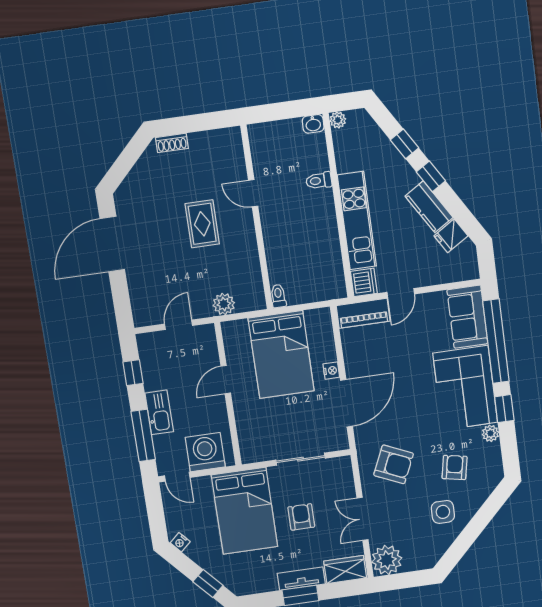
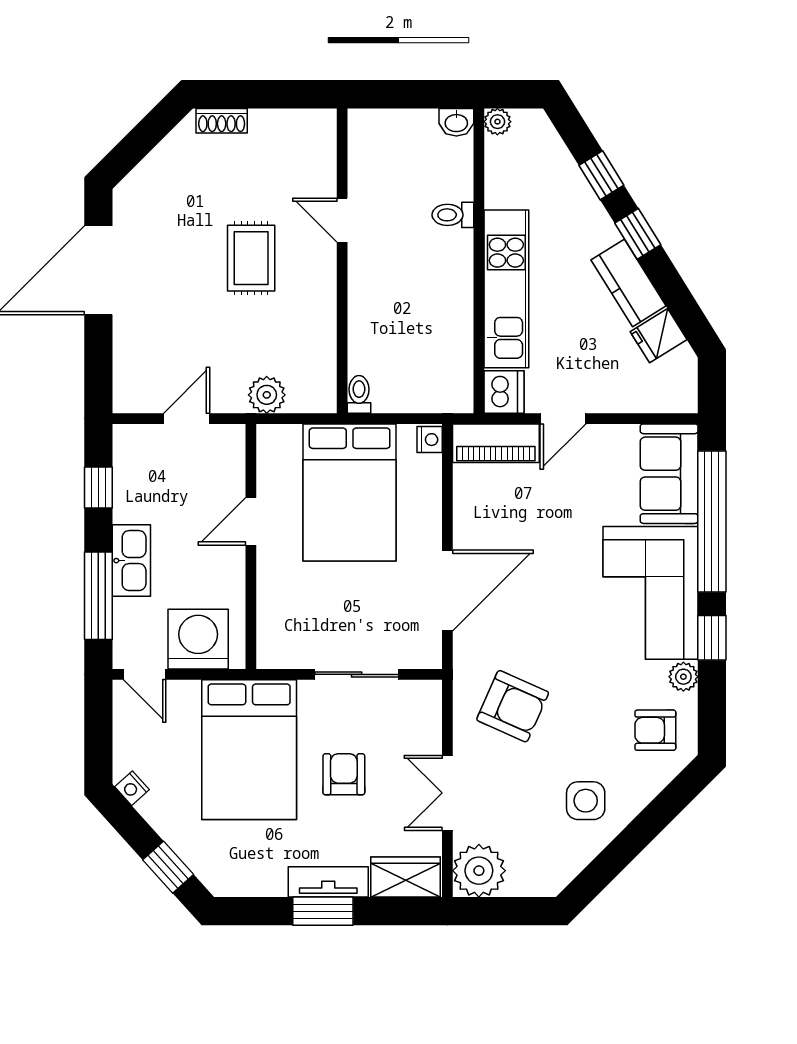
nightstand: (331, 371) -> (430, 440), moved
armchair: (455, 467) -> (655, 730), moved, turned -101

